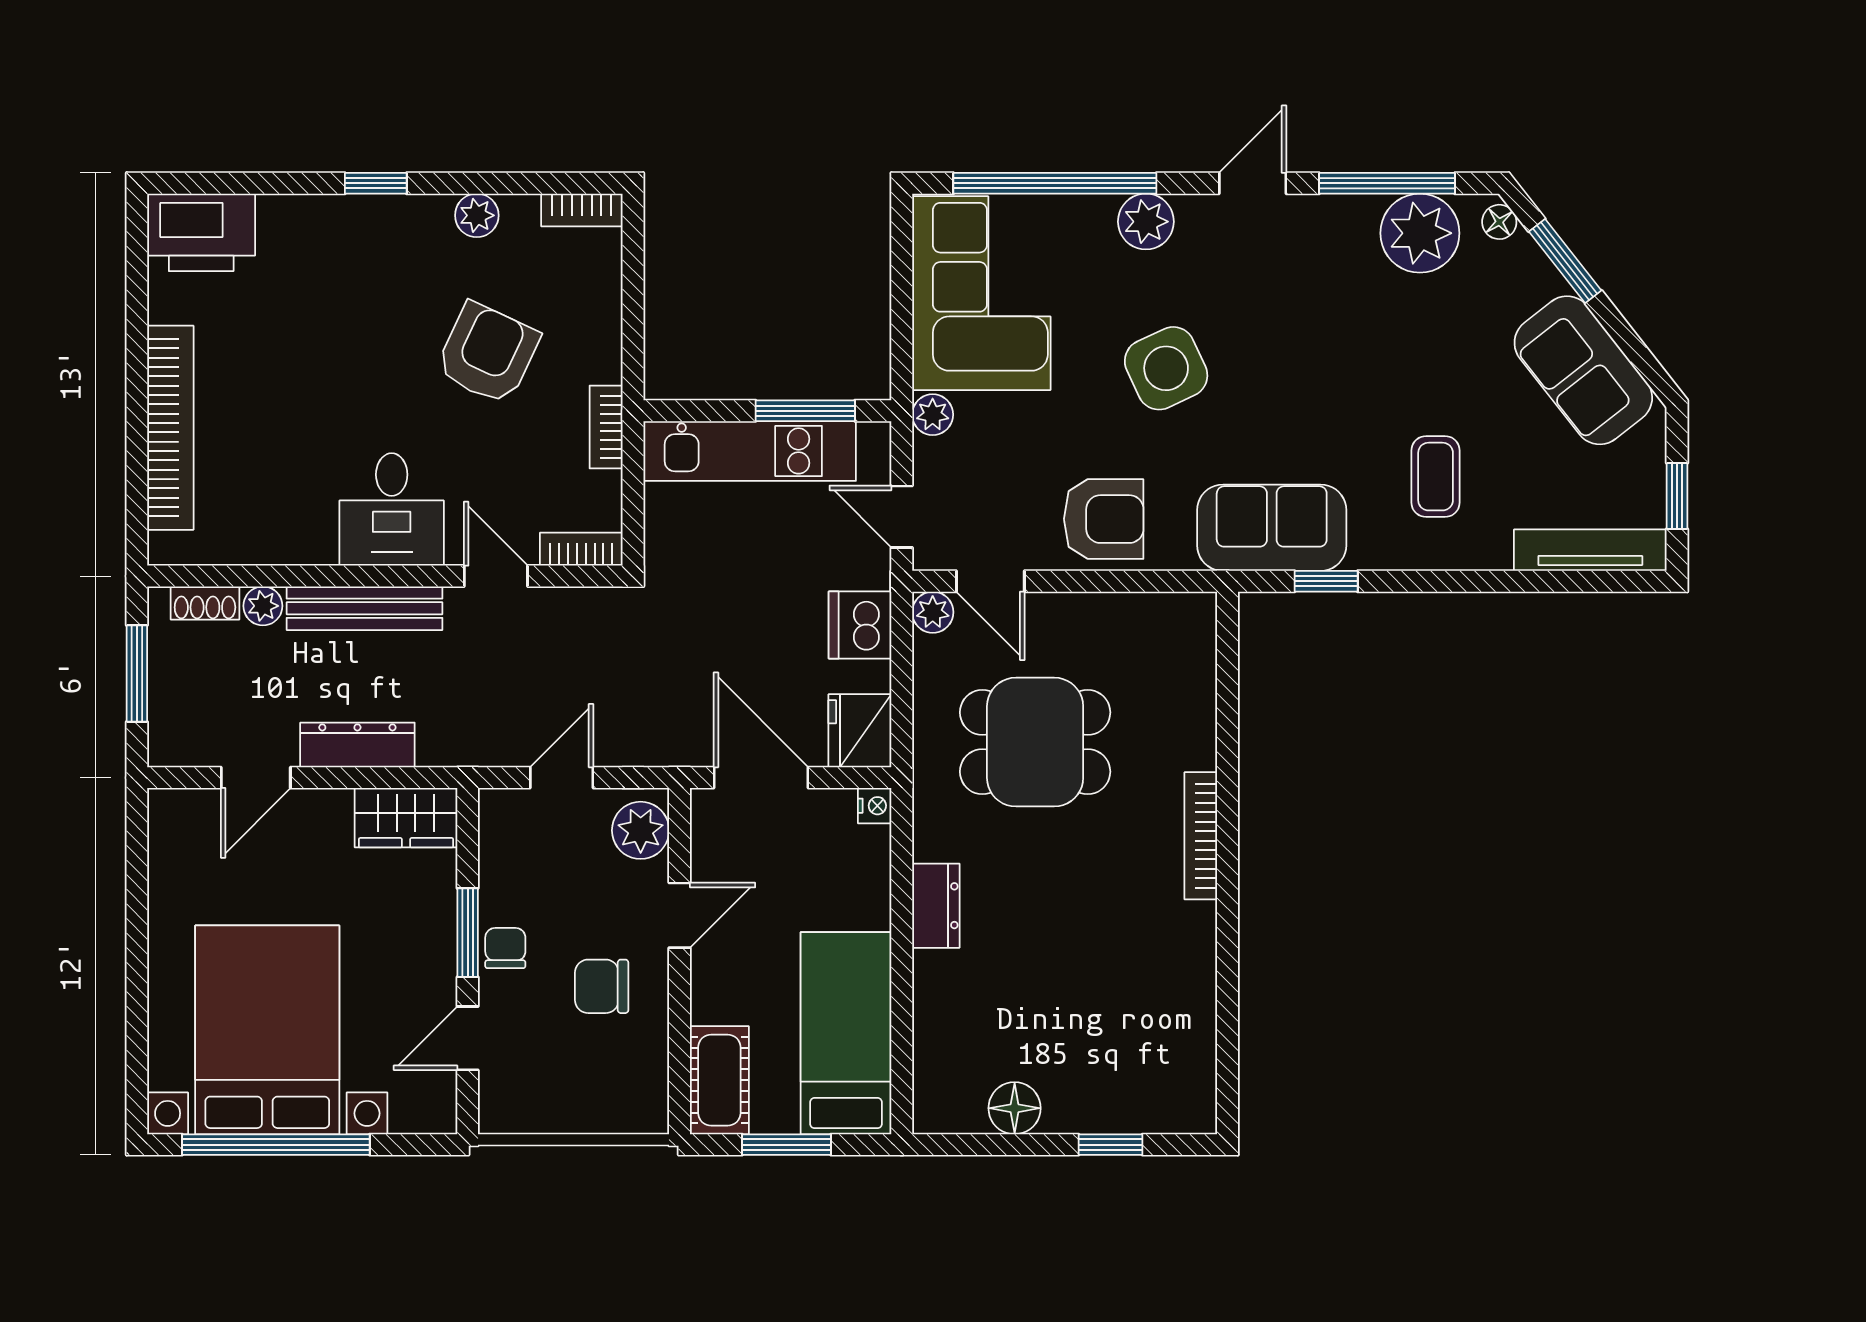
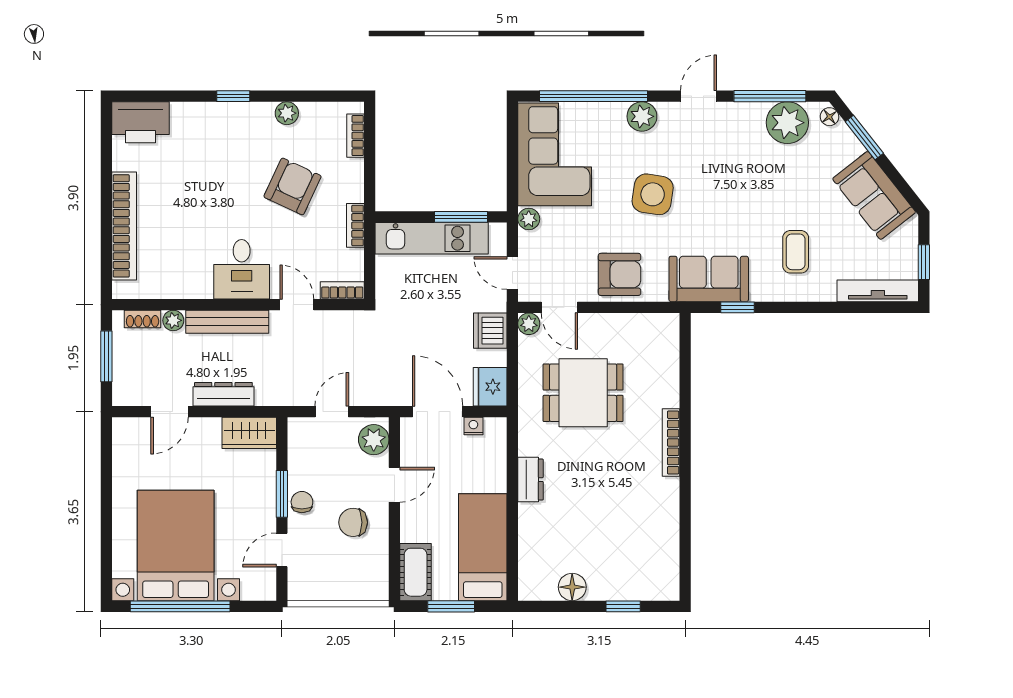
bookcase: (582, 210) -> (356, 136), moved, turned 90
side table: (1166, 368) -> (653, 194), turned 34
nightstand: (875, 806) -> (473, 426), moved, turned -90

